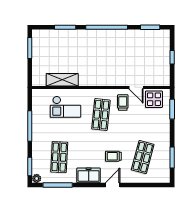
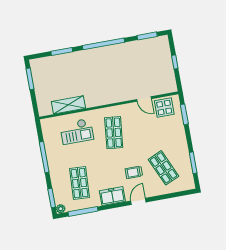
trolley: (123, 103) -> (133, 117), removed
shop shelf: (143, 157) -> (163, 168), turned -39

